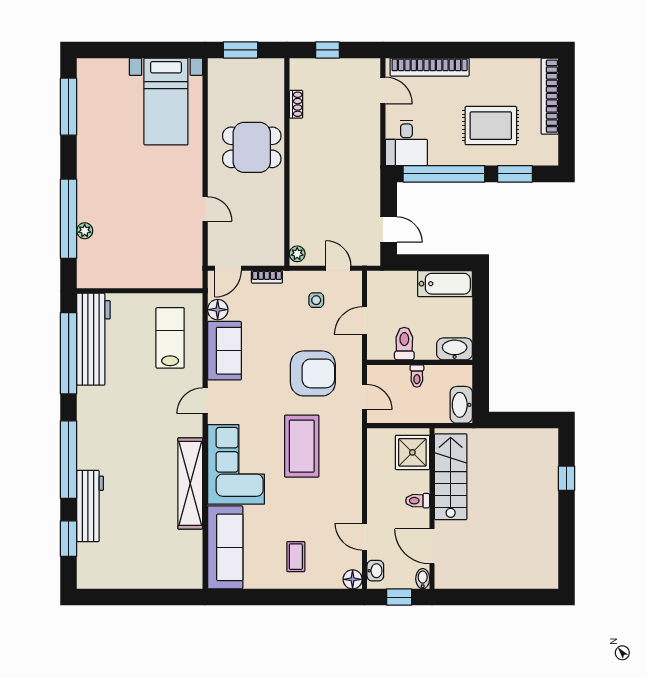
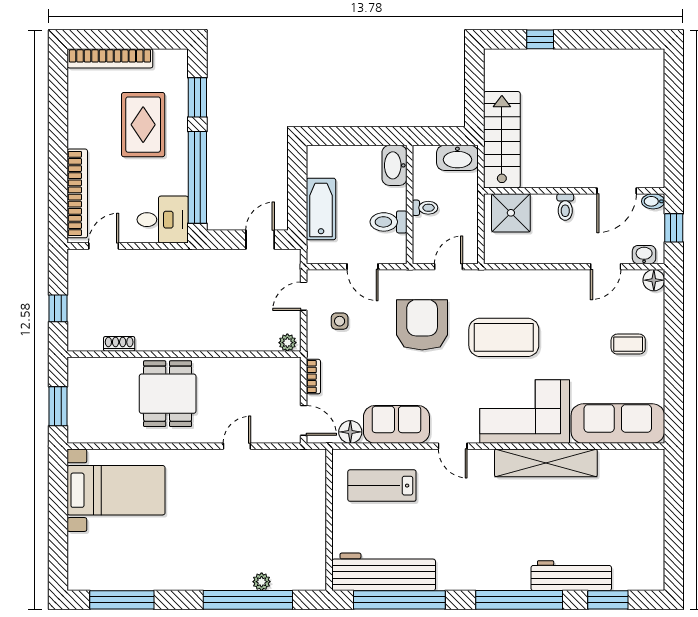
bathtub: (445, 284) -> (321, 209), moved
stairs: (451, 477) -> (502, 140), moved, turned 90

